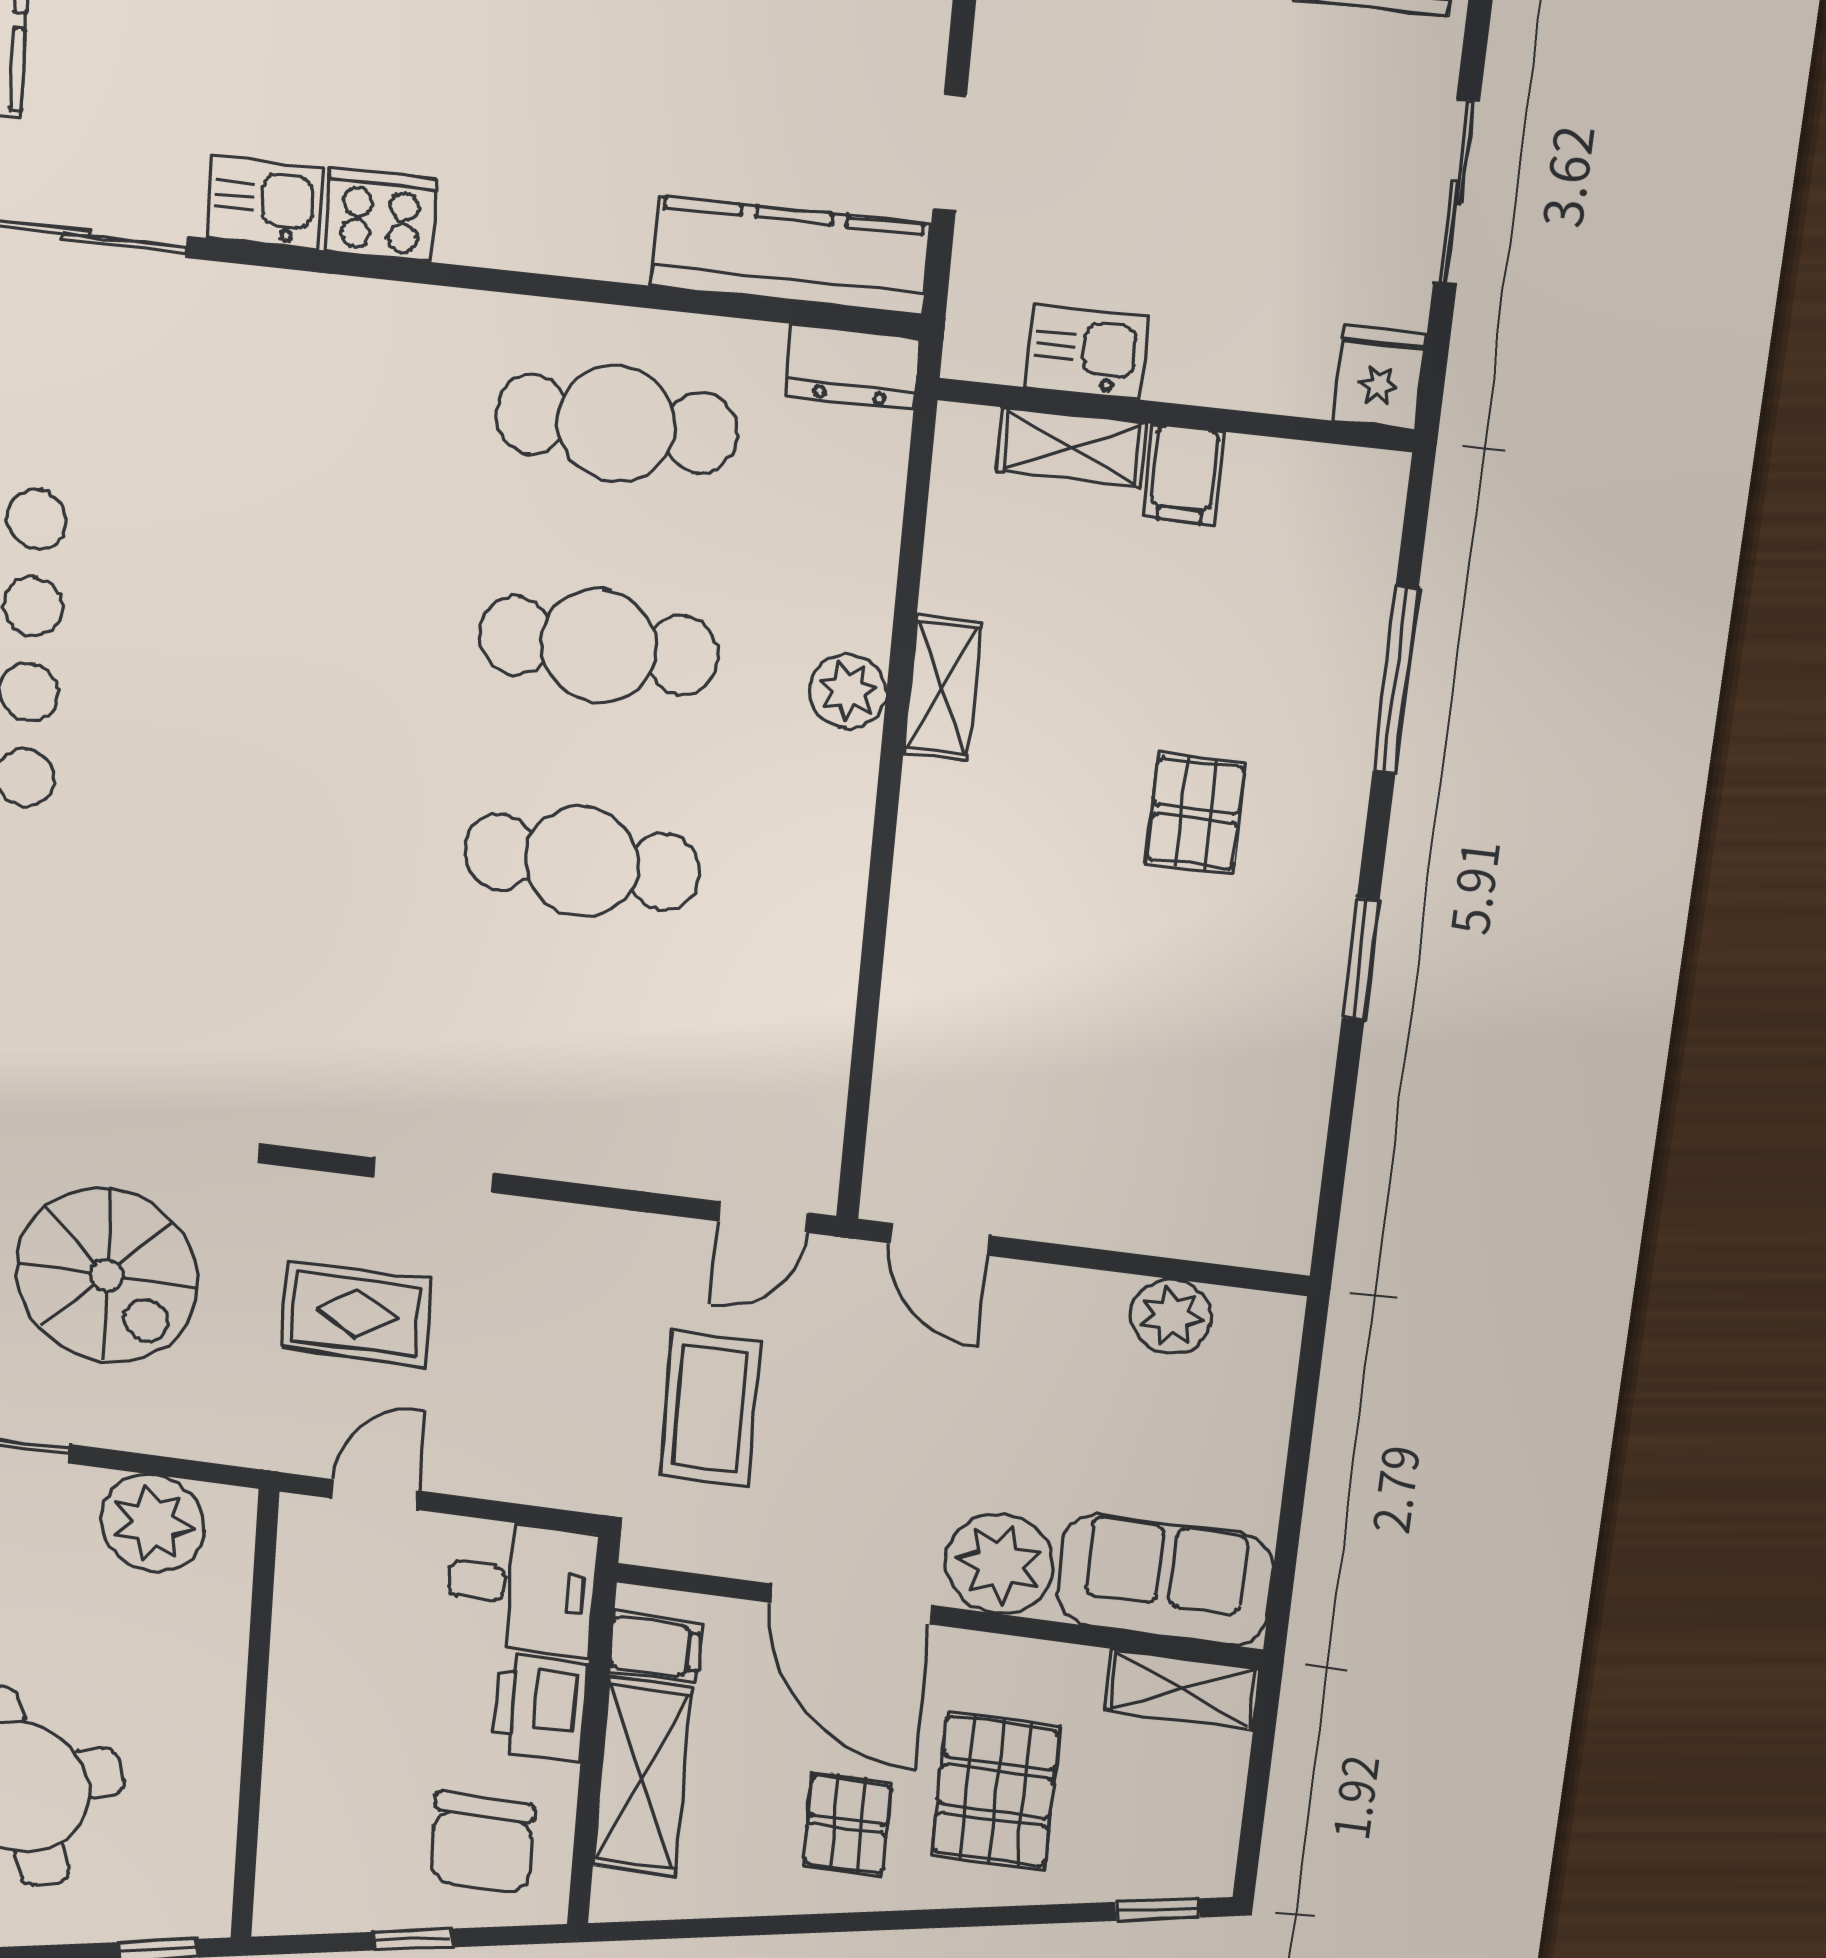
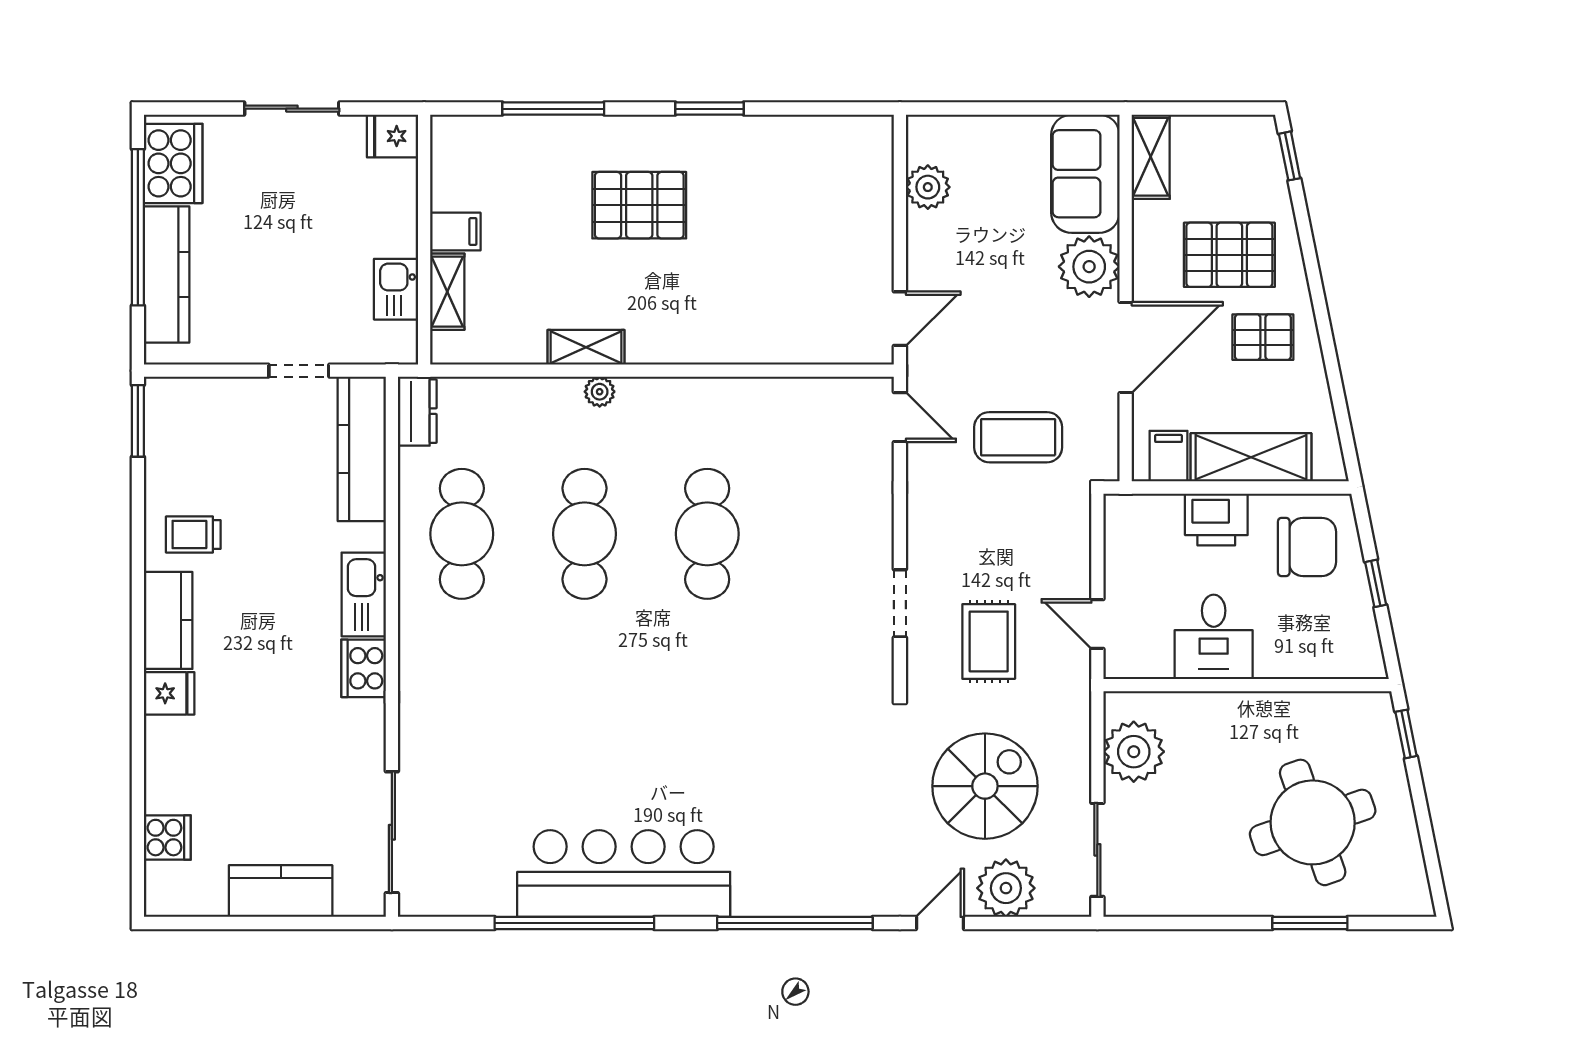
kitchen sink: (265, 203) -> (364, 594), moved, width x1.38
plant: (848, 691) -> (600, 392), width x0.73, depth x0.73
pallet: (1196, 814) -> (639, 205), width x1.50, depth x1.42
desk: (521, 1587) -> (1214, 637), moved, turned 180

